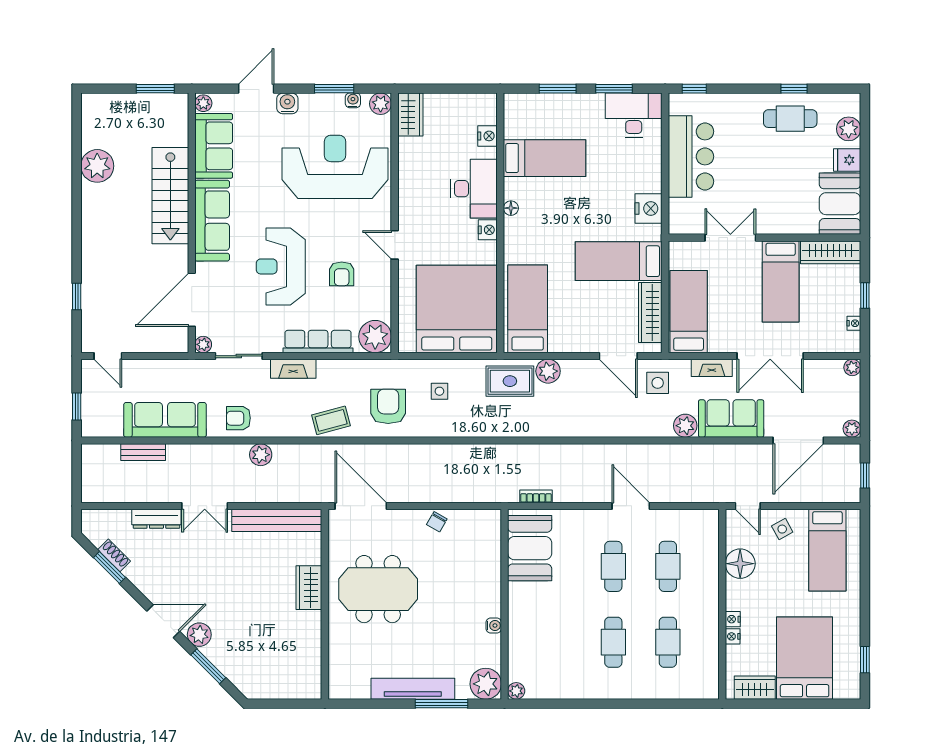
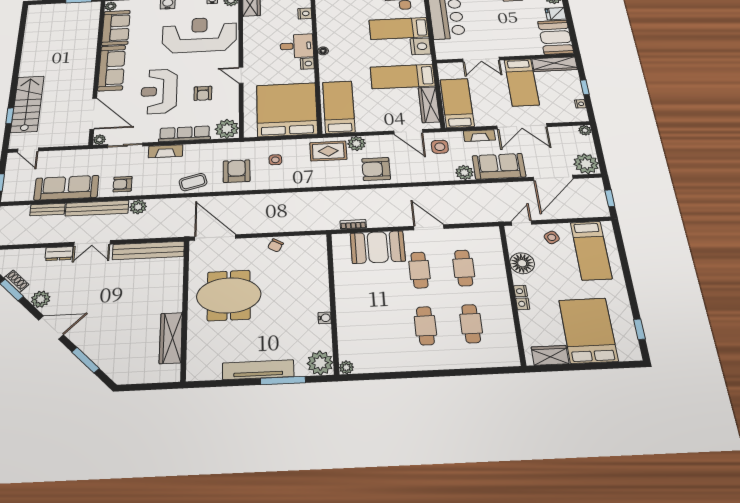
bed: (545, 158) -> (399, 29), moved, turned 180
plant: (97, 166) -> (34, 42), removed
desk: (474, 189) -> (297, 46), width x0.73
stairs: (170, 196) -> (27, 104), moved, turned 180
double door: (730, 238) -> (481, 59), swing flipped
door: (192, 300) -> (93, 114), swing flipped
armchair: (571, 413) -> (376, 169), added
plant: (852, 429) -> (586, 164), width x1.88, depth x1.88
bench: (207, 454) -> (97, 208), added
door: (748, 506) -> (521, 223), swing flipped
dresser: (156, 519) -> (59, 254), width x0.70
booth: (530, 548) -> (378, 247), moved, turned 90
wardrobe: (309, 588) -> (171, 338), moved, width x1.50
plant: (199, 635) -> (41, 299), moved
nightstand: (733, 636) -> (521, 291), moved

